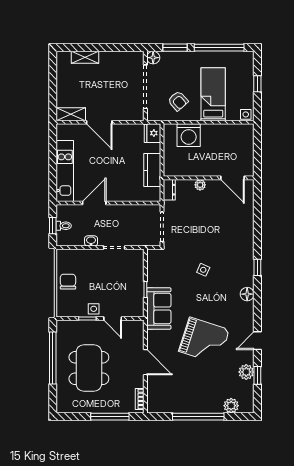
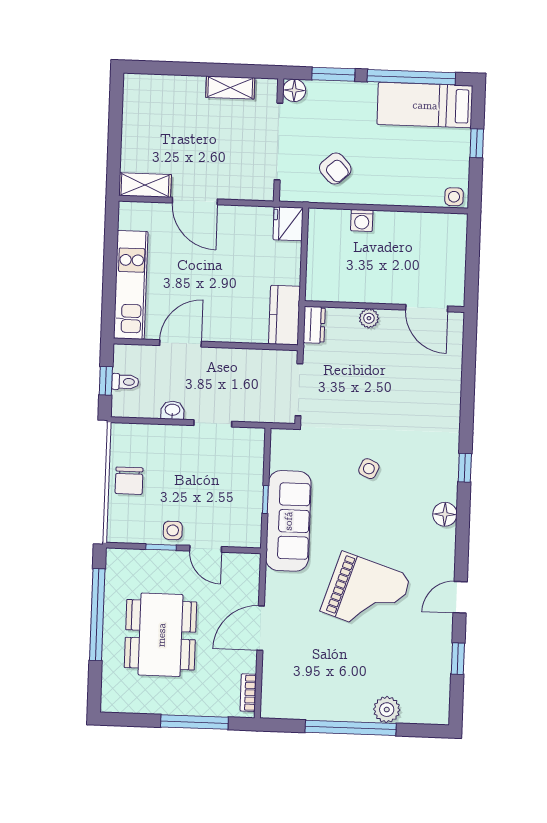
shelving: (85, 57) -> (230, 88), moved
bed: (213, 94) -> (425, 105), moved, turned -90
washing machine: (189, 135) -> (362, 220), width x0.53, depth x0.53
kitchen counter: (152, 170) -> (284, 315), moved
chair: (68, 282) -> (129, 481), turned 180
sofa: (159, 309) -> (288, 521), width x1.36
door: (145, 362) -> (261, 628), swing flipped
plant: (246, 372) -> (438, 652), removed
plant: (231, 406) -> (387, 710), moved

